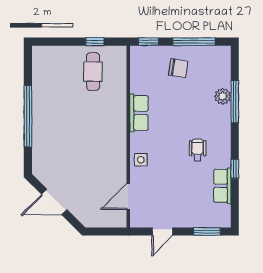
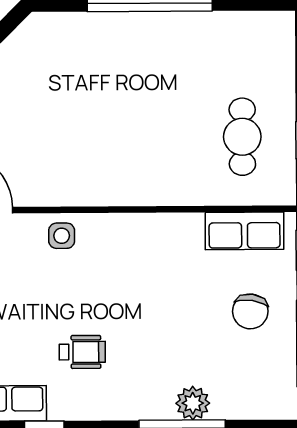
cafe table: (93, 72) -> (242, 137), turned 90
row of seats: (139, 113) -> (245, 231), moved

